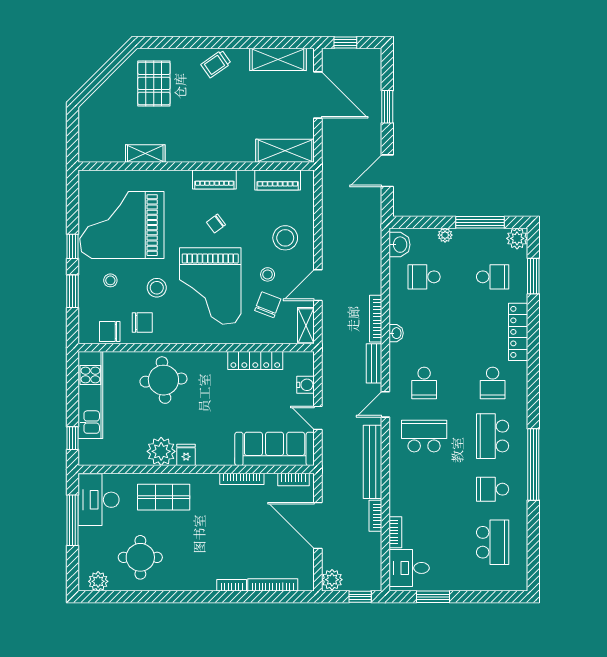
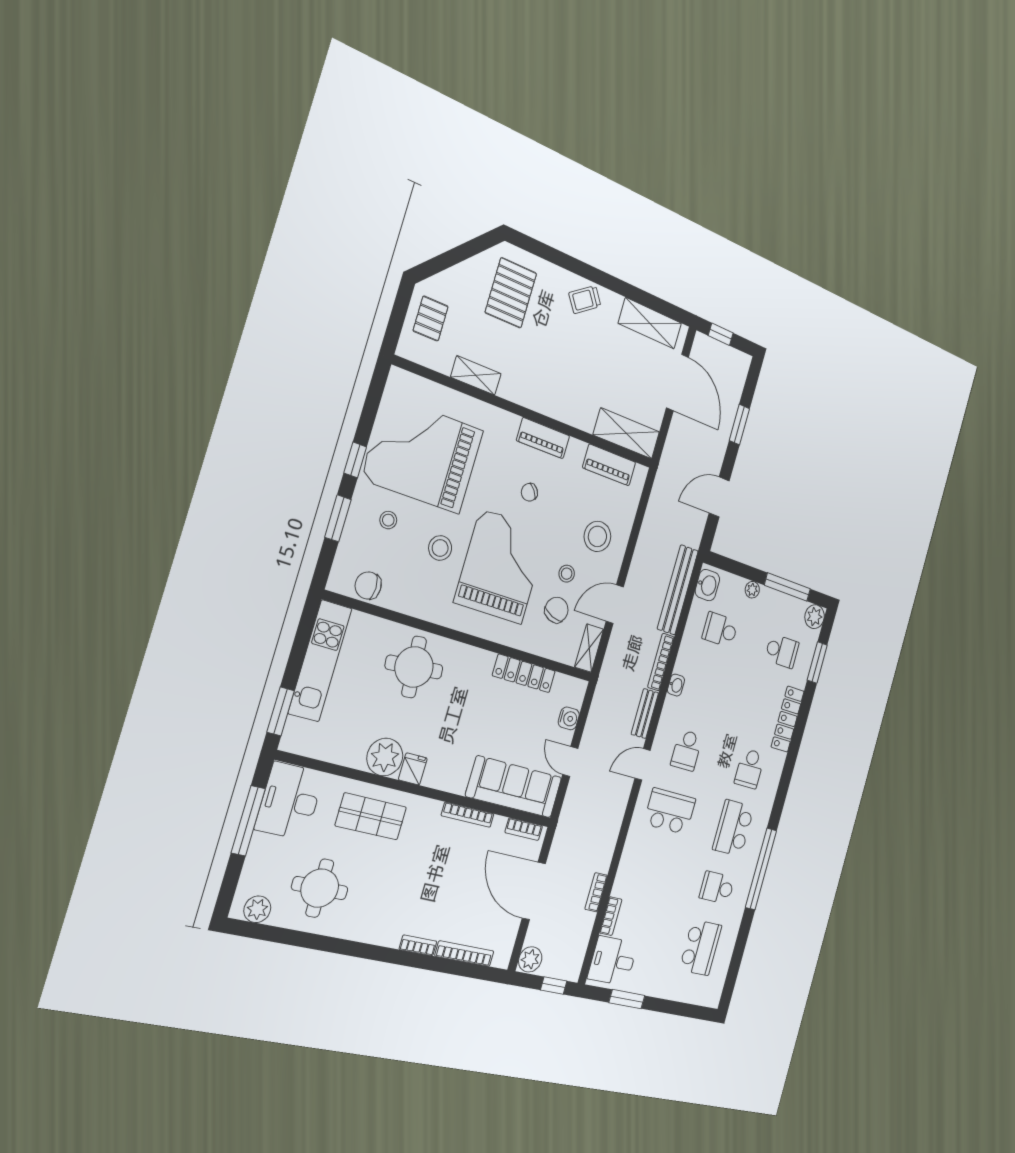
pallet: (98, 127) -> (431, 319), added
grand piano: (210, 286) -> (501, 567), turned 180
chair: (142, 323) -> (410, 586), removed
window: (73, 438) -> (281, 711), width x1.50
bench: (372, 462) -> (678, 590), moved

